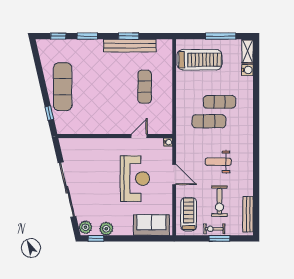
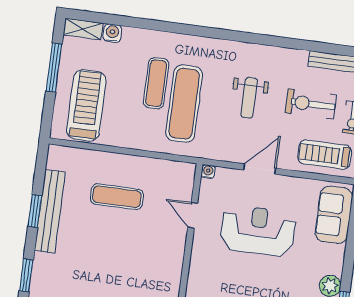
exercise mat: (209, 121) -> (184, 104), width x1.36, depth x1.45
exercise bike: (219, 201) -> (311, 104), turned 180

